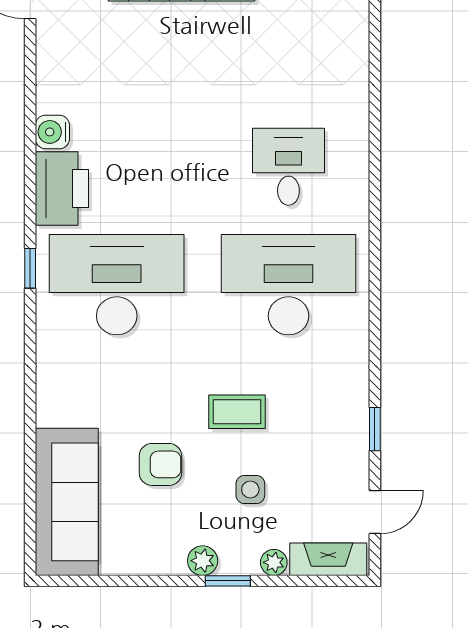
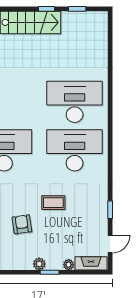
desk: (288, 167) -> (75, 102), width x1.87, depth x1.30
armchair: (160, 464) -> (22, 224), turned -98
side table: (250, 490) -> (59, 235), removed

